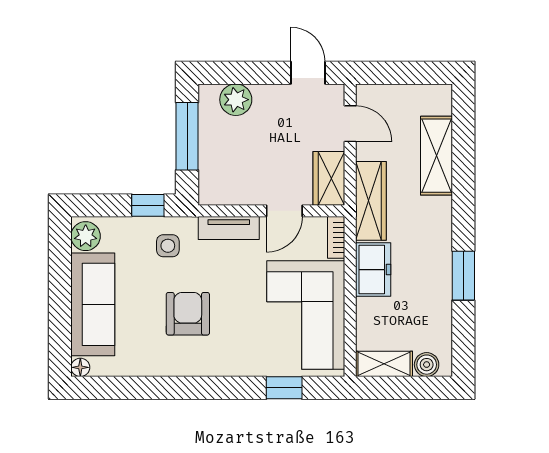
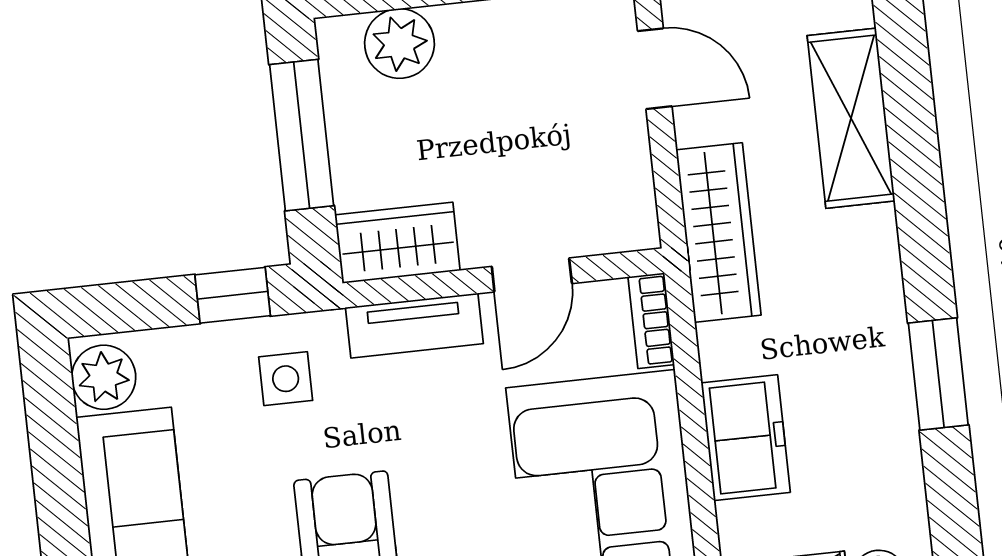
wardrobe: (329, 178) -> (397, 243), moved, turned 90
freezer: (373, 270) -> (746, 438), moved

